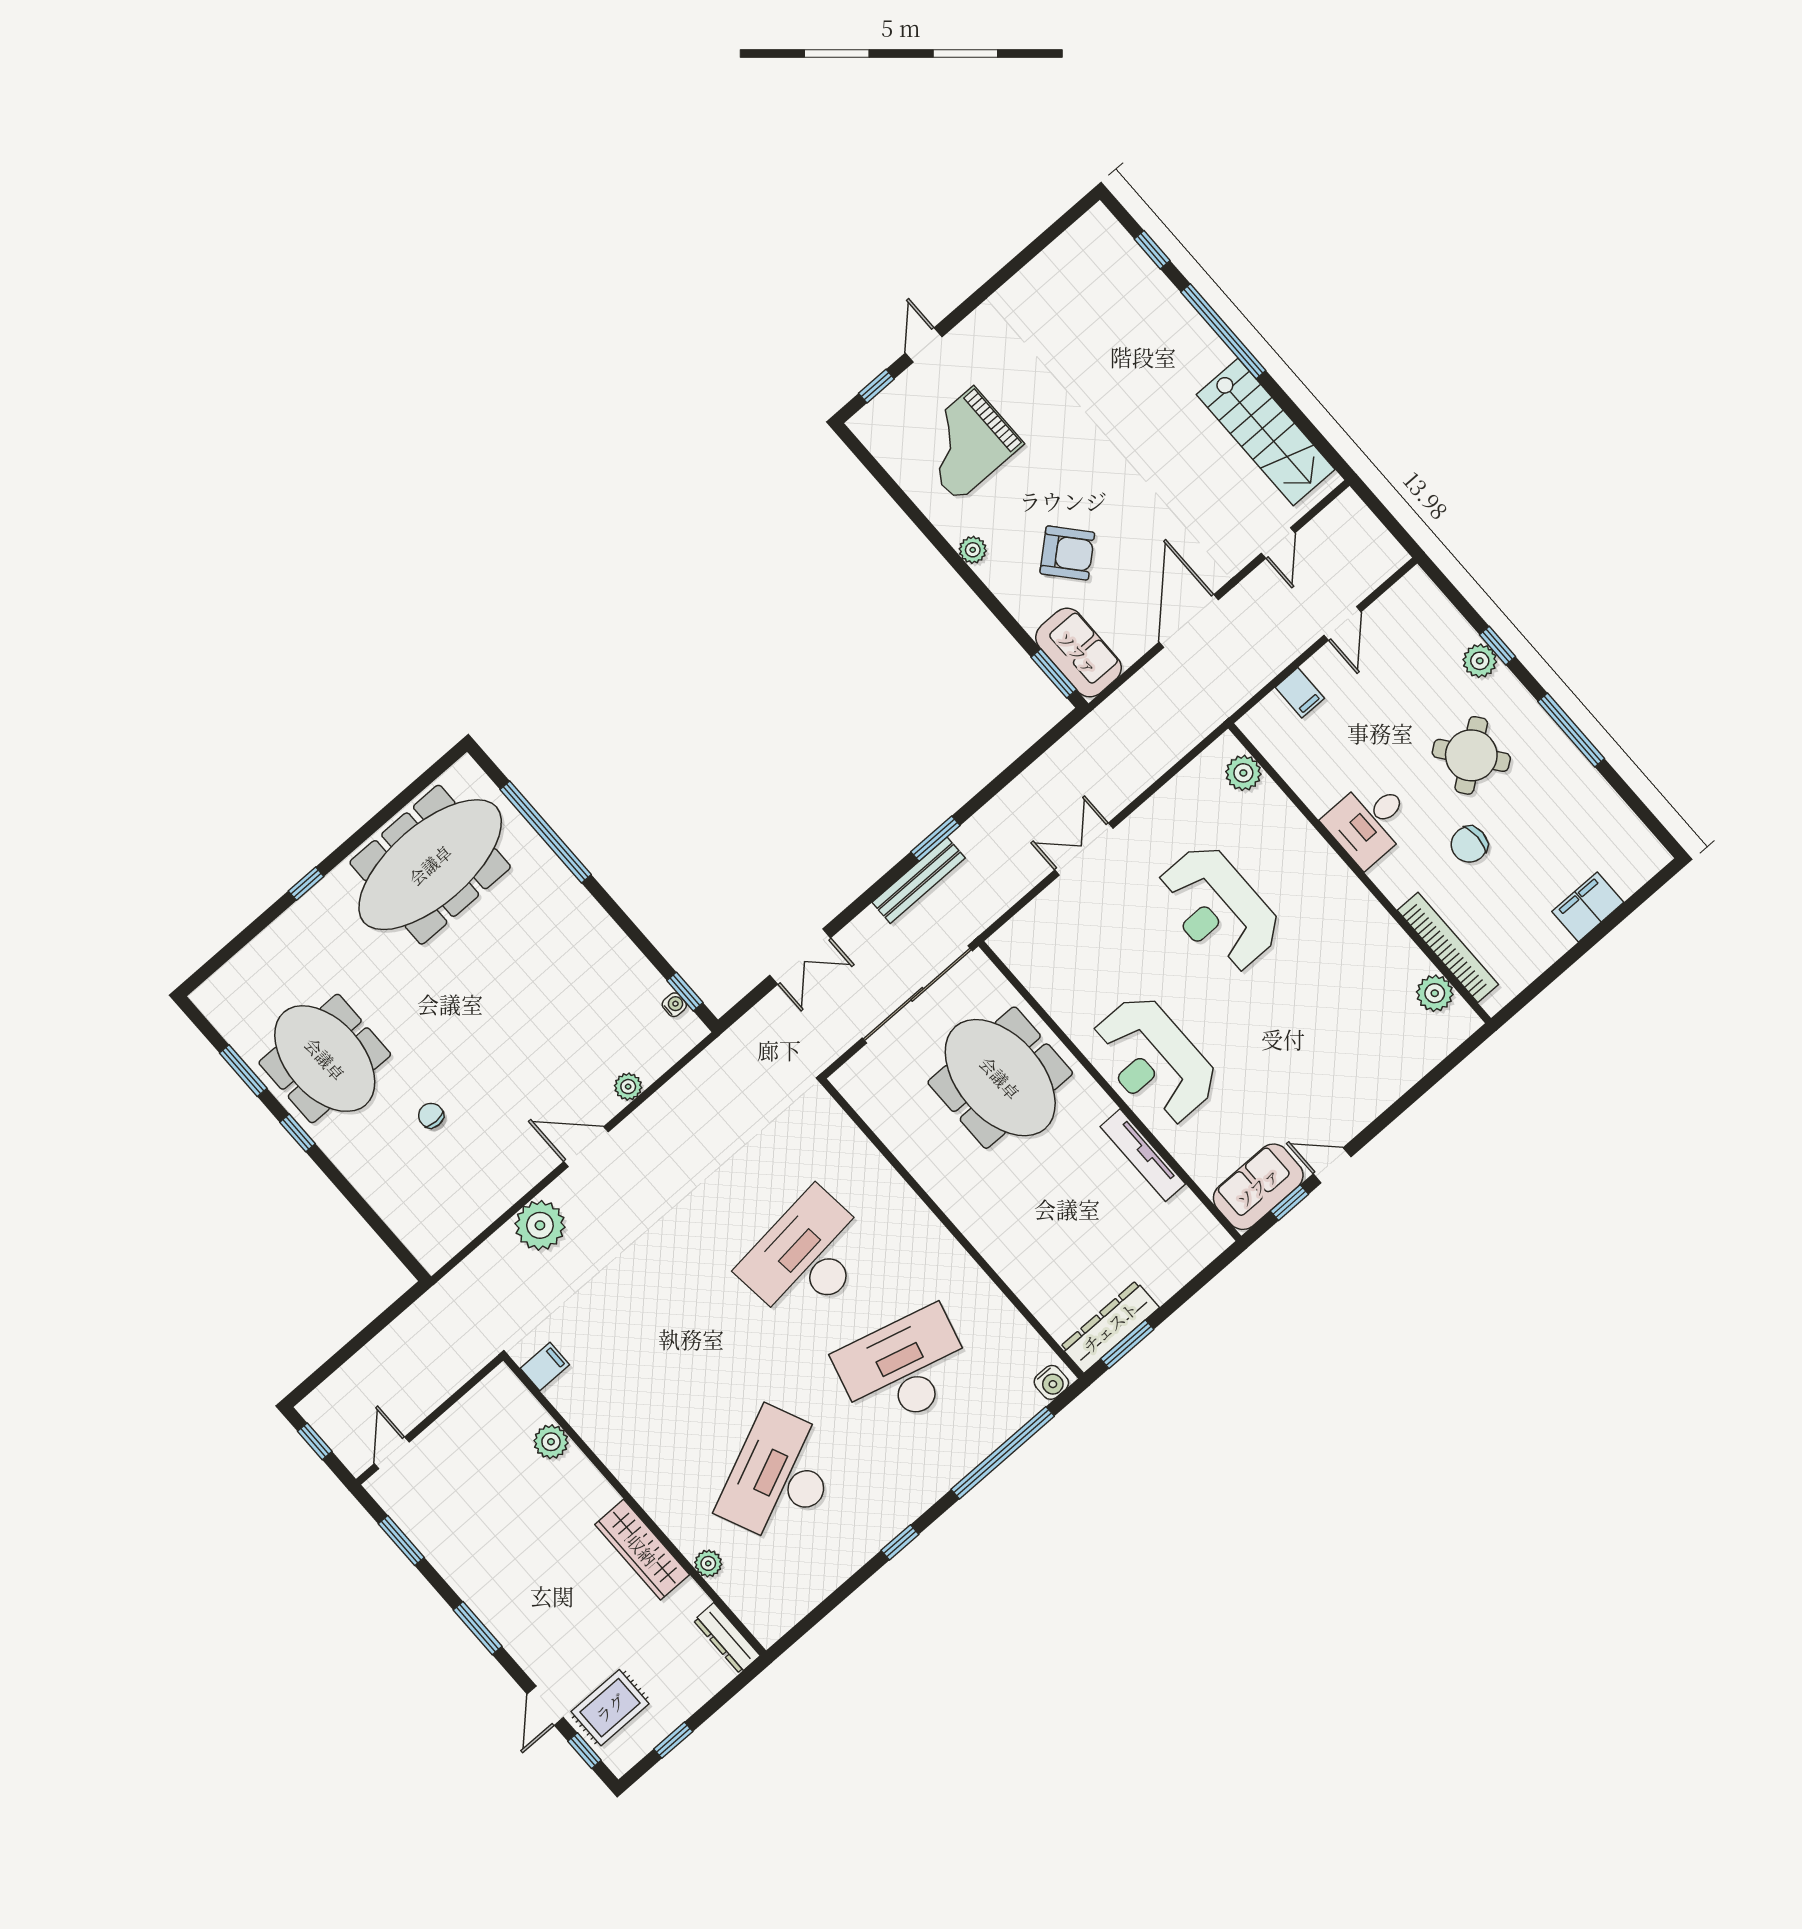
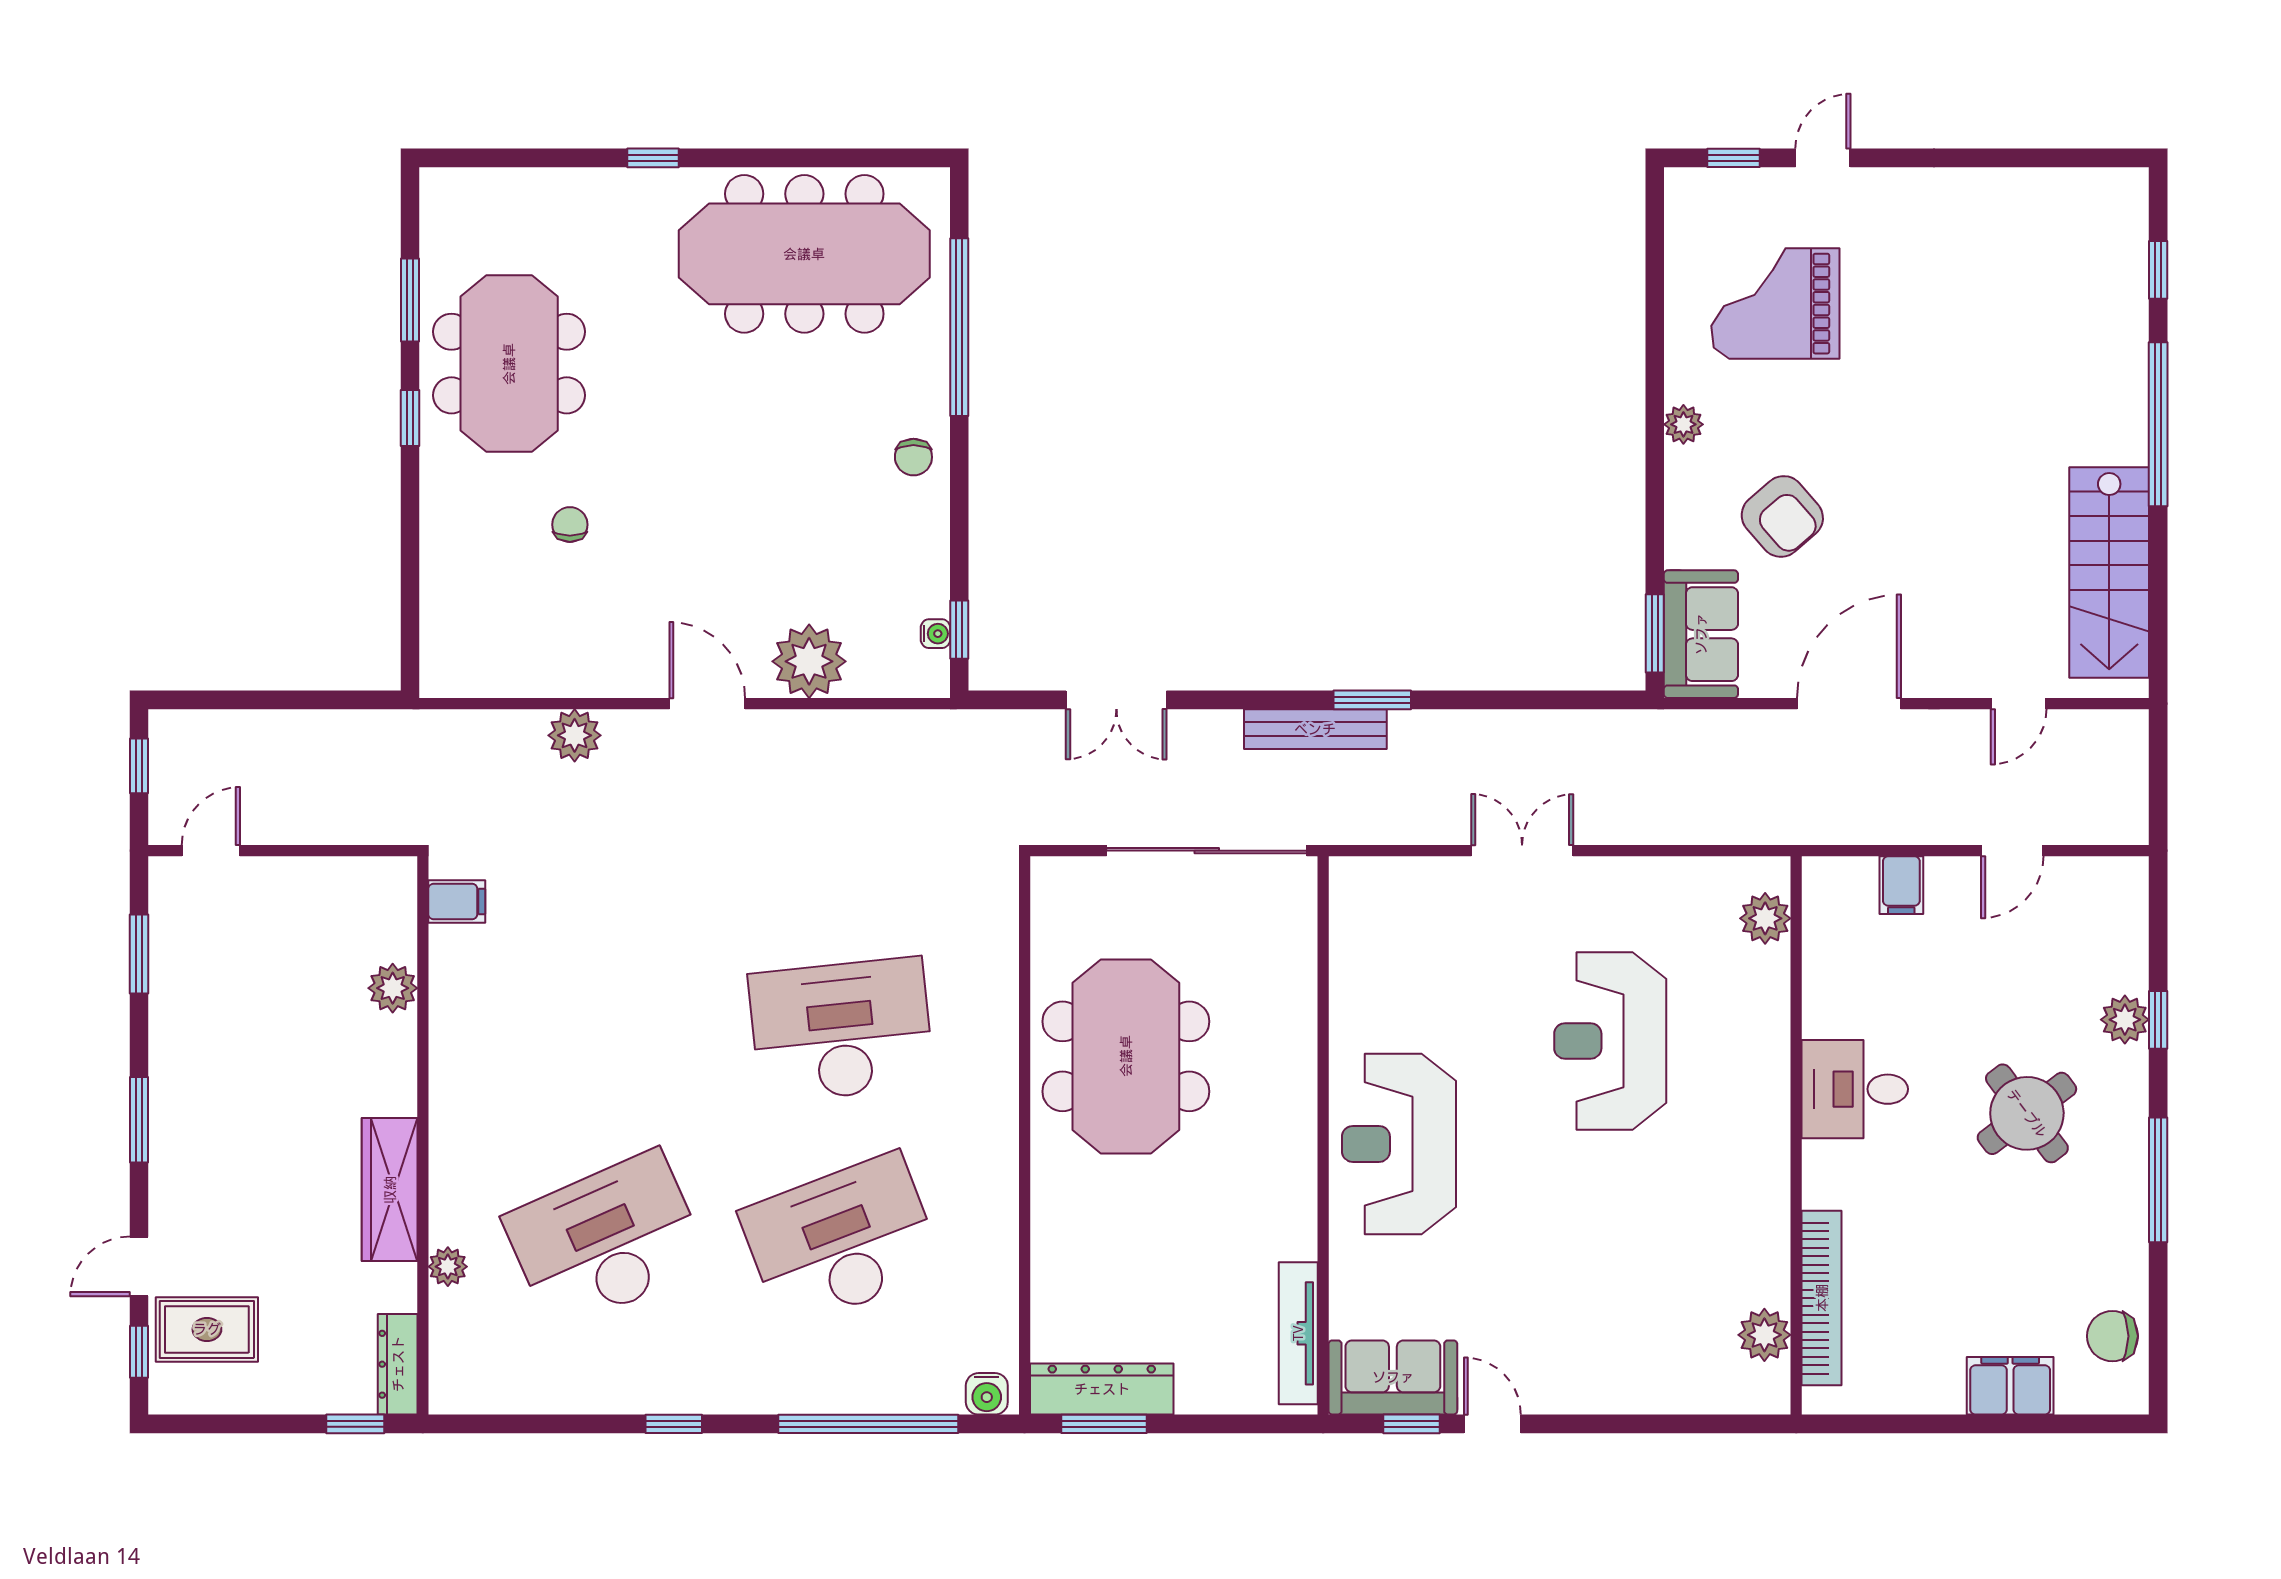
chair: (1469, 844) -> (2112, 1336), moved
chair: (581, 922) -> (913, 457), added
meeting table: (1000, 1078) -> (1126, 1056), moved
plant: (628, 1087) -> (809, 661), width x1.87, depth x1.87
tv unit: (1143, 1155) -> (1298, 1333), moved
plant: (540, 1225) -> (575, 735), width x0.73, depth x0.73
desk: (904, 1369) -> (841, 1241), turned -36
window: (673, 1740) -> (355, 1424), moved

